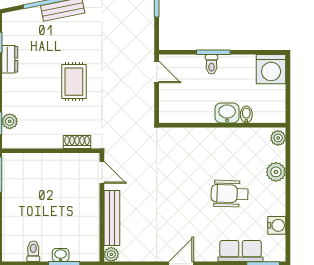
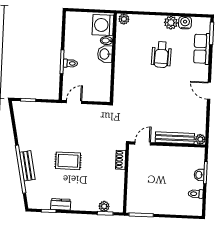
washing machine: (271, 69) -> (103, 25), moved, turned 180
rug: (74, 82) -> (68, 161), moved
plant: (276, 172) -> (171, 23), moved

